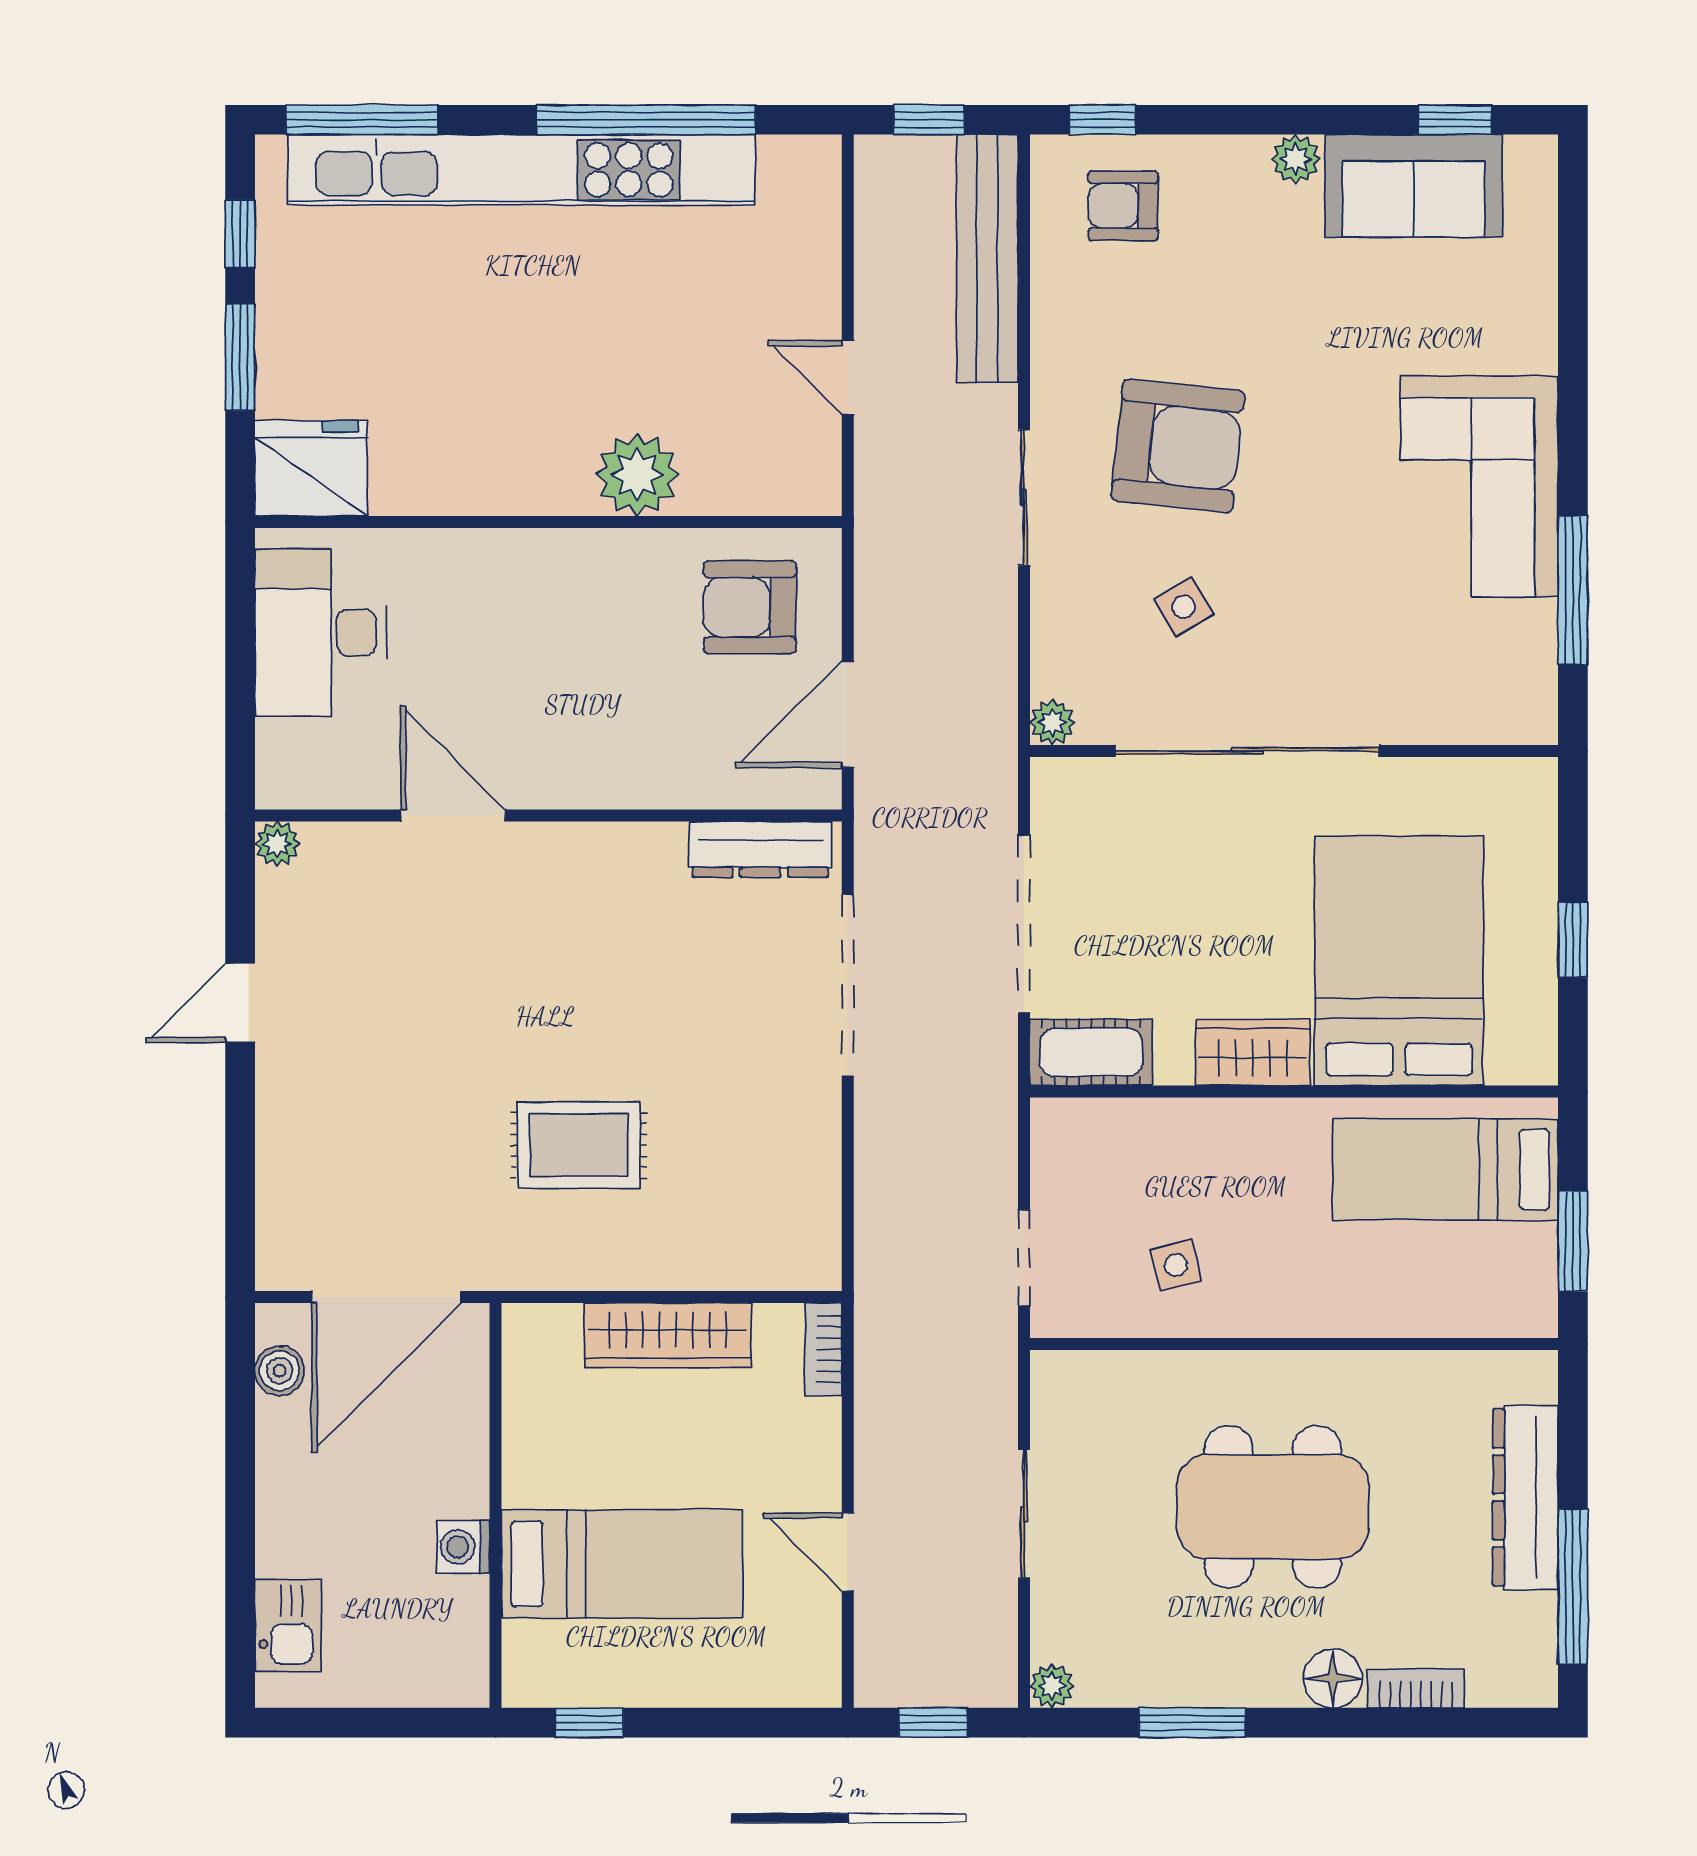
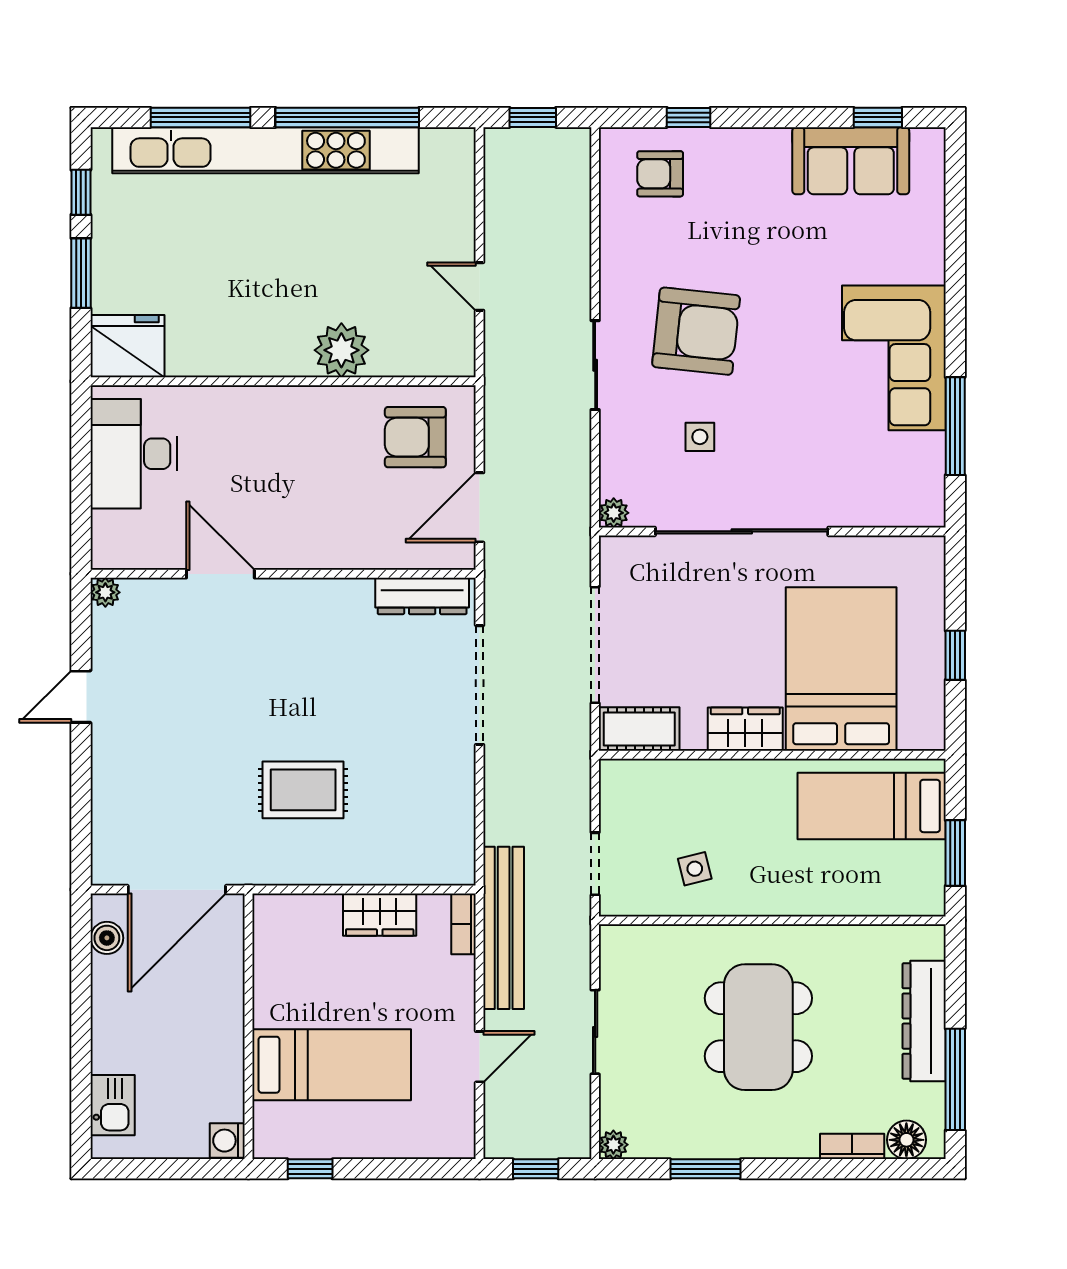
window: (362, 120) -> (200, 117), moved
window: (1103, 120) -> (689, 117), moved
plant: (1296, 159) -> (773, 143), removed
bench: (987, 258) -> (504, 928), moved
side table: (1184, 607) -> (700, 437), turned 31
wardrobe: (668, 1335) -> (380, 915), width x0.67
dining table: (1273, 1507) -> (758, 1027), turned 90
washing machine: (463, 1547) -> (227, 1141), moved
door: (848, 1552) -> (480, 1057), swing flipped
floor lamp: (1333, 1678) -> (906, 1140), moved

